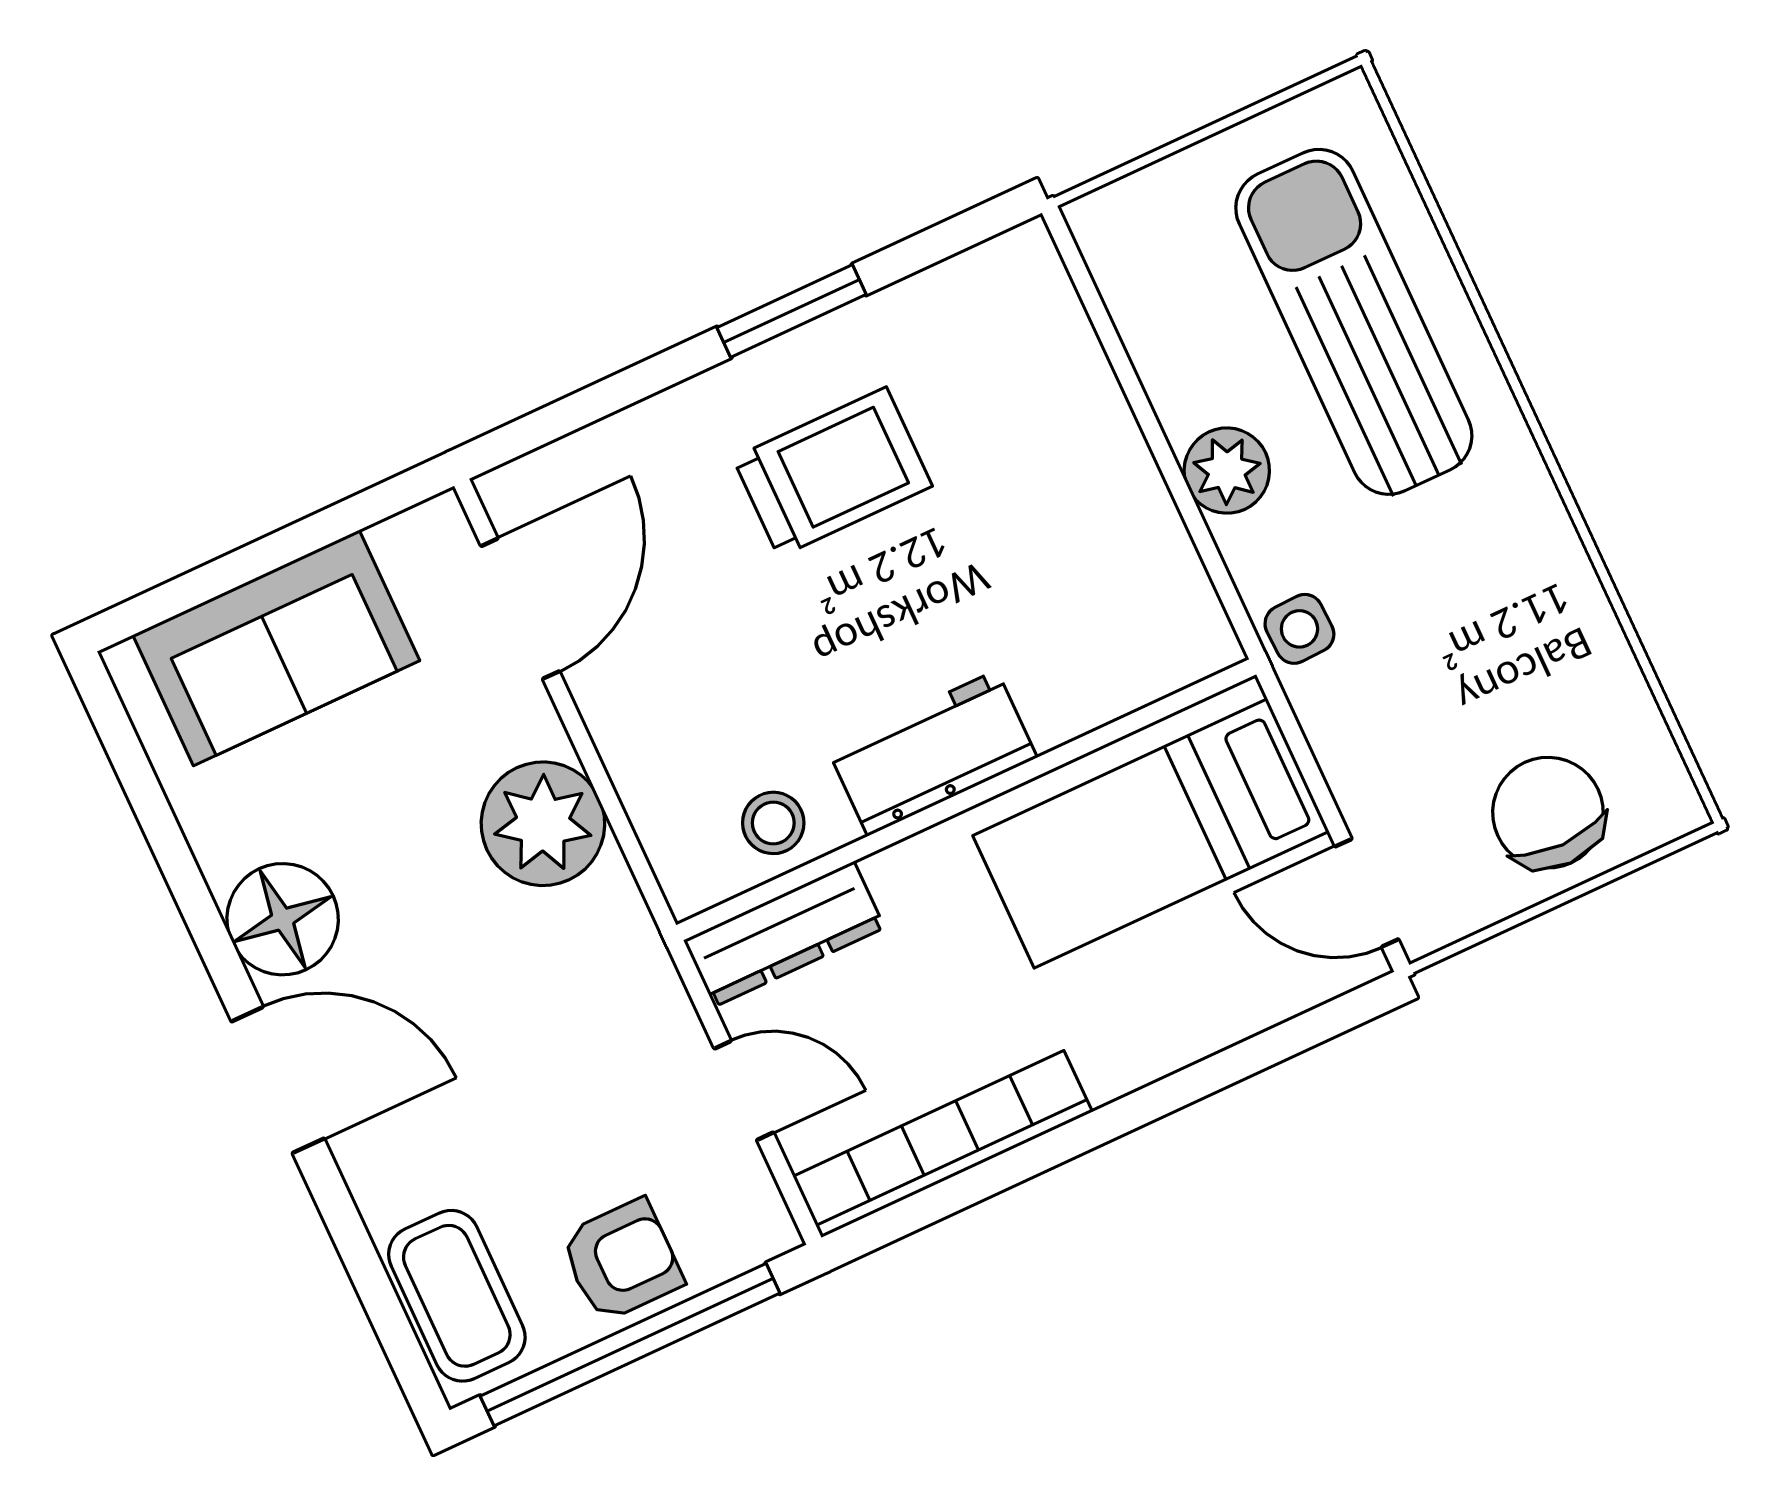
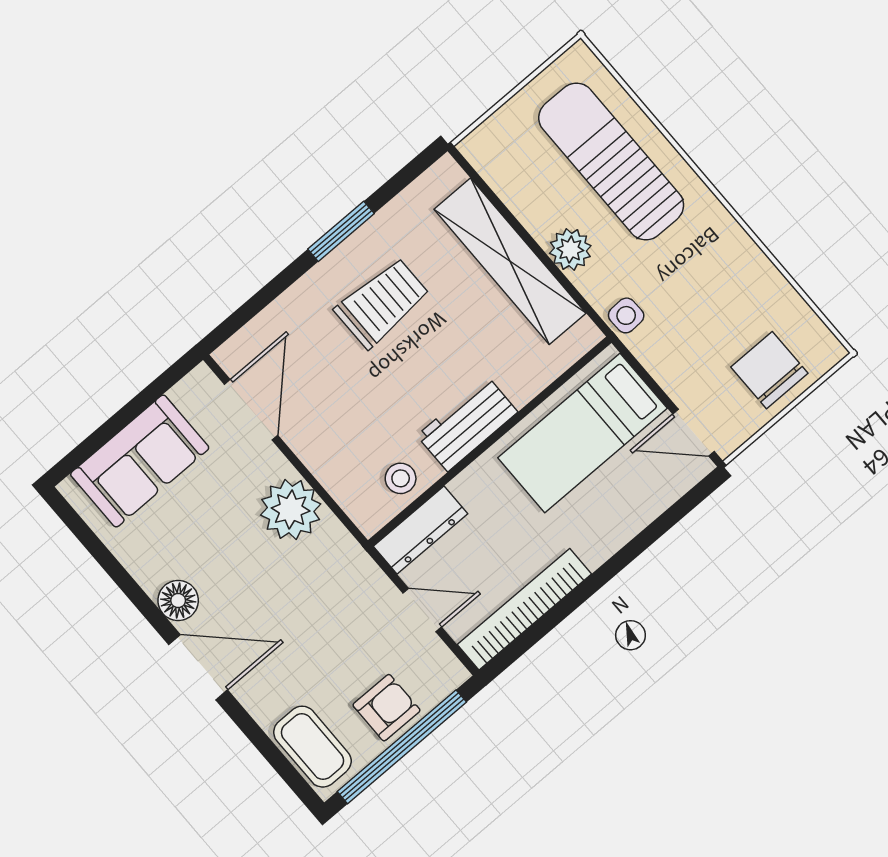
shelving: (1103, 461) -> (510, 261), added
floor lamp: (283, 919) -> (178, 600), width x0.73, depth x0.73

